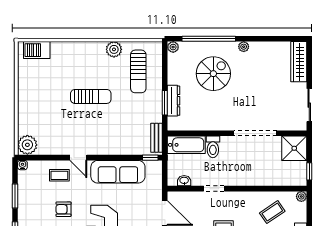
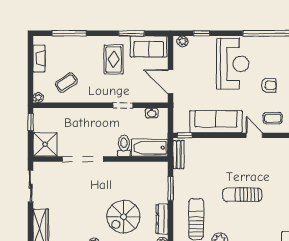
dresser: (174, 101) -> (162, 219), moved

